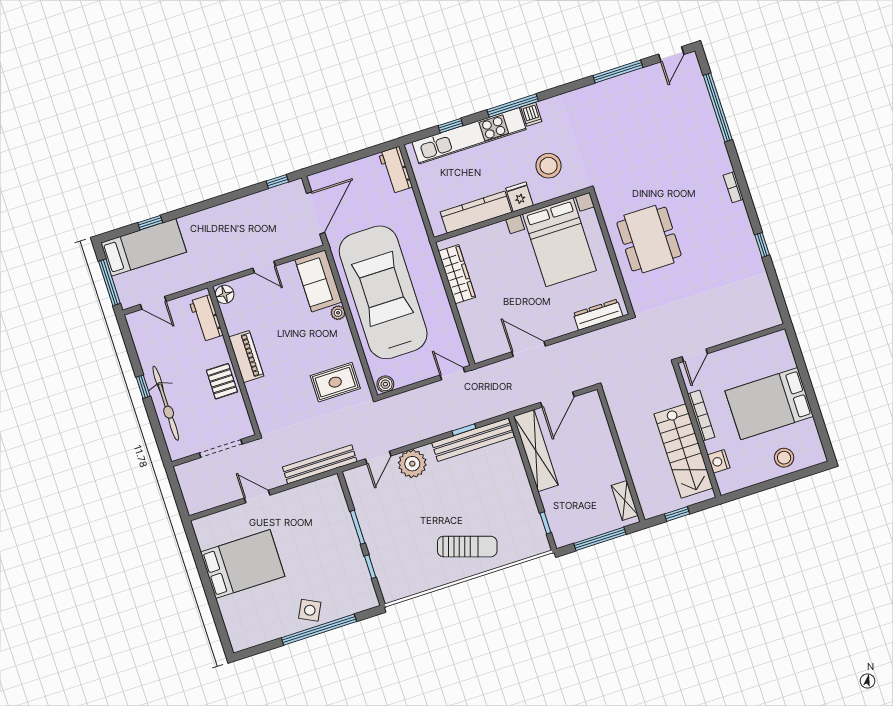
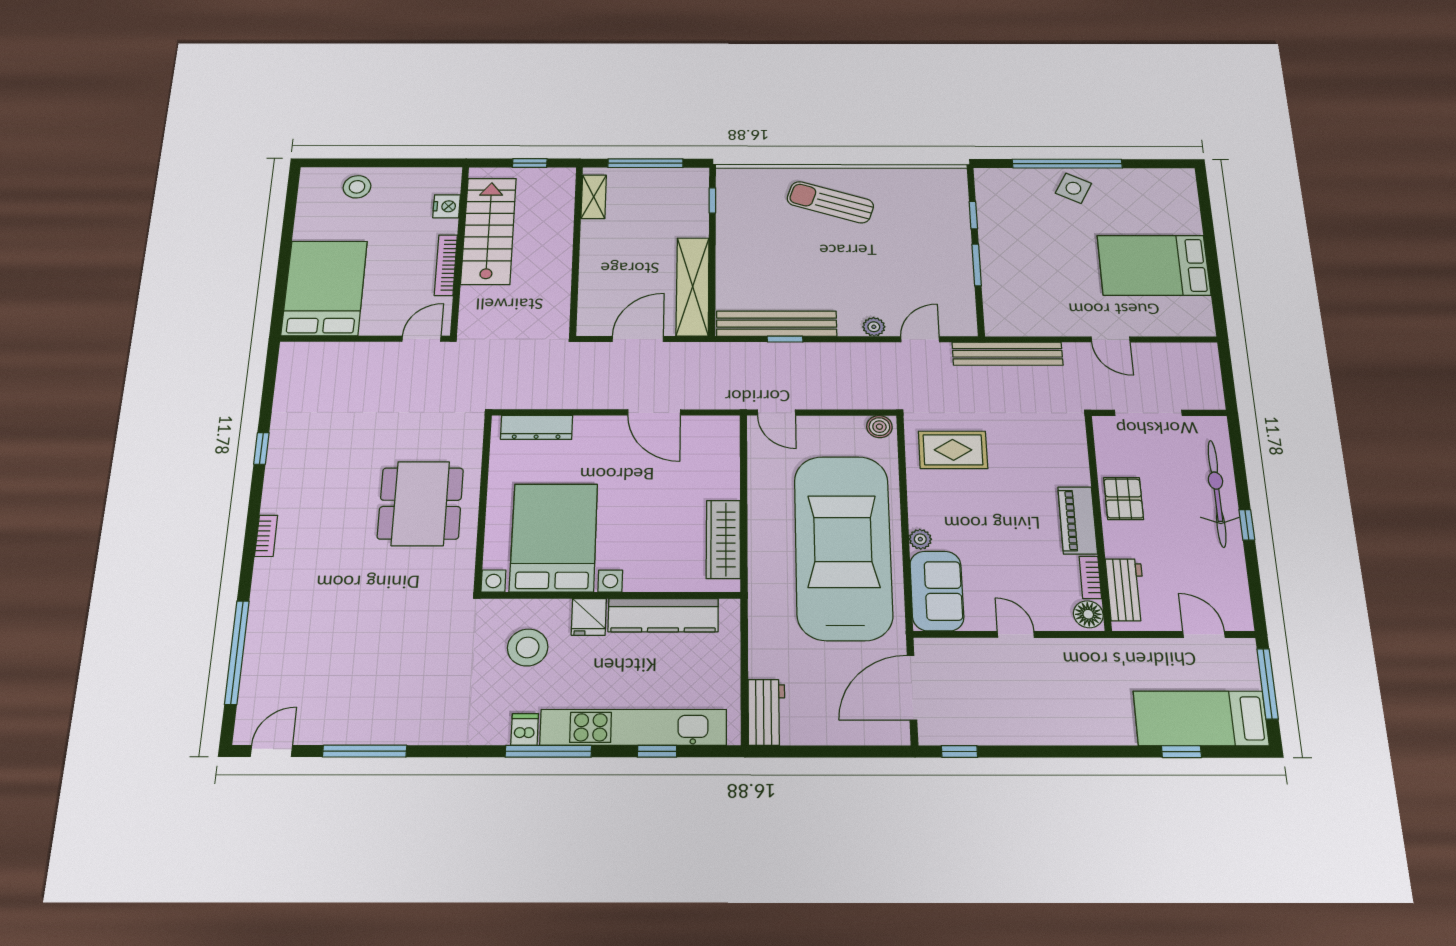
car: (383, 292) -> (843, 547), turned 180
bookcase: (229, 320) -> (1090, 577), added
bed: (769, 404) -> (324, 288), moved, turned -90
plant: (412, 464) -> (874, 327), width x0.53, depth x0.53

